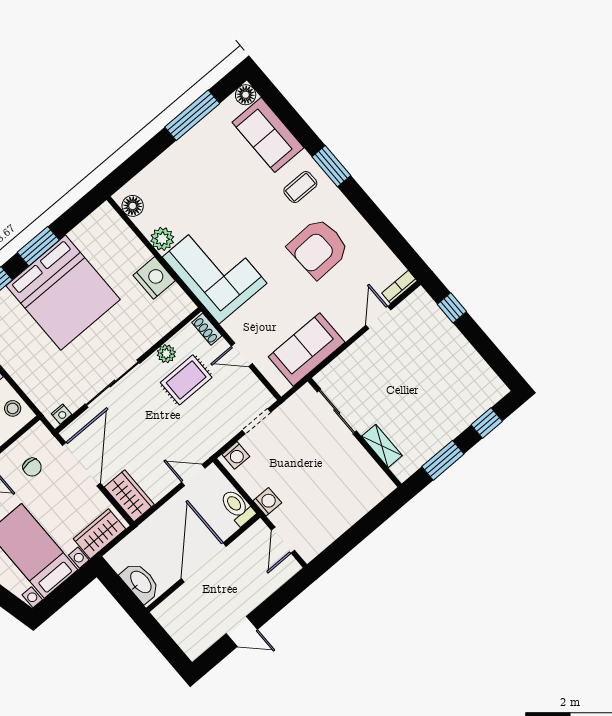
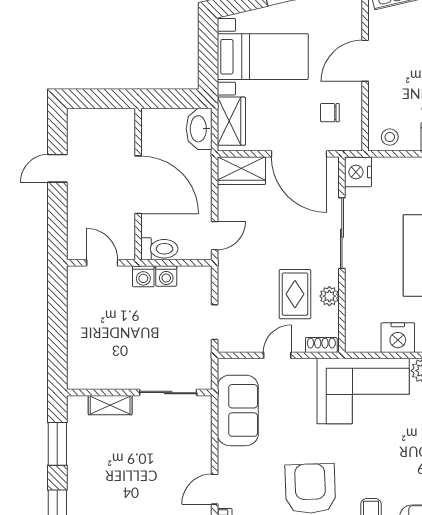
door: (378, 318) -> (215, 489), swing flipped
nightstand: (62, 414) -> (358, 172), width x1.89, depth x1.79
washing machine: (236, 455) -> (166, 276), moved, turned -90
washbasin: (140, 582) -> (199, 129), moved, turned 90

